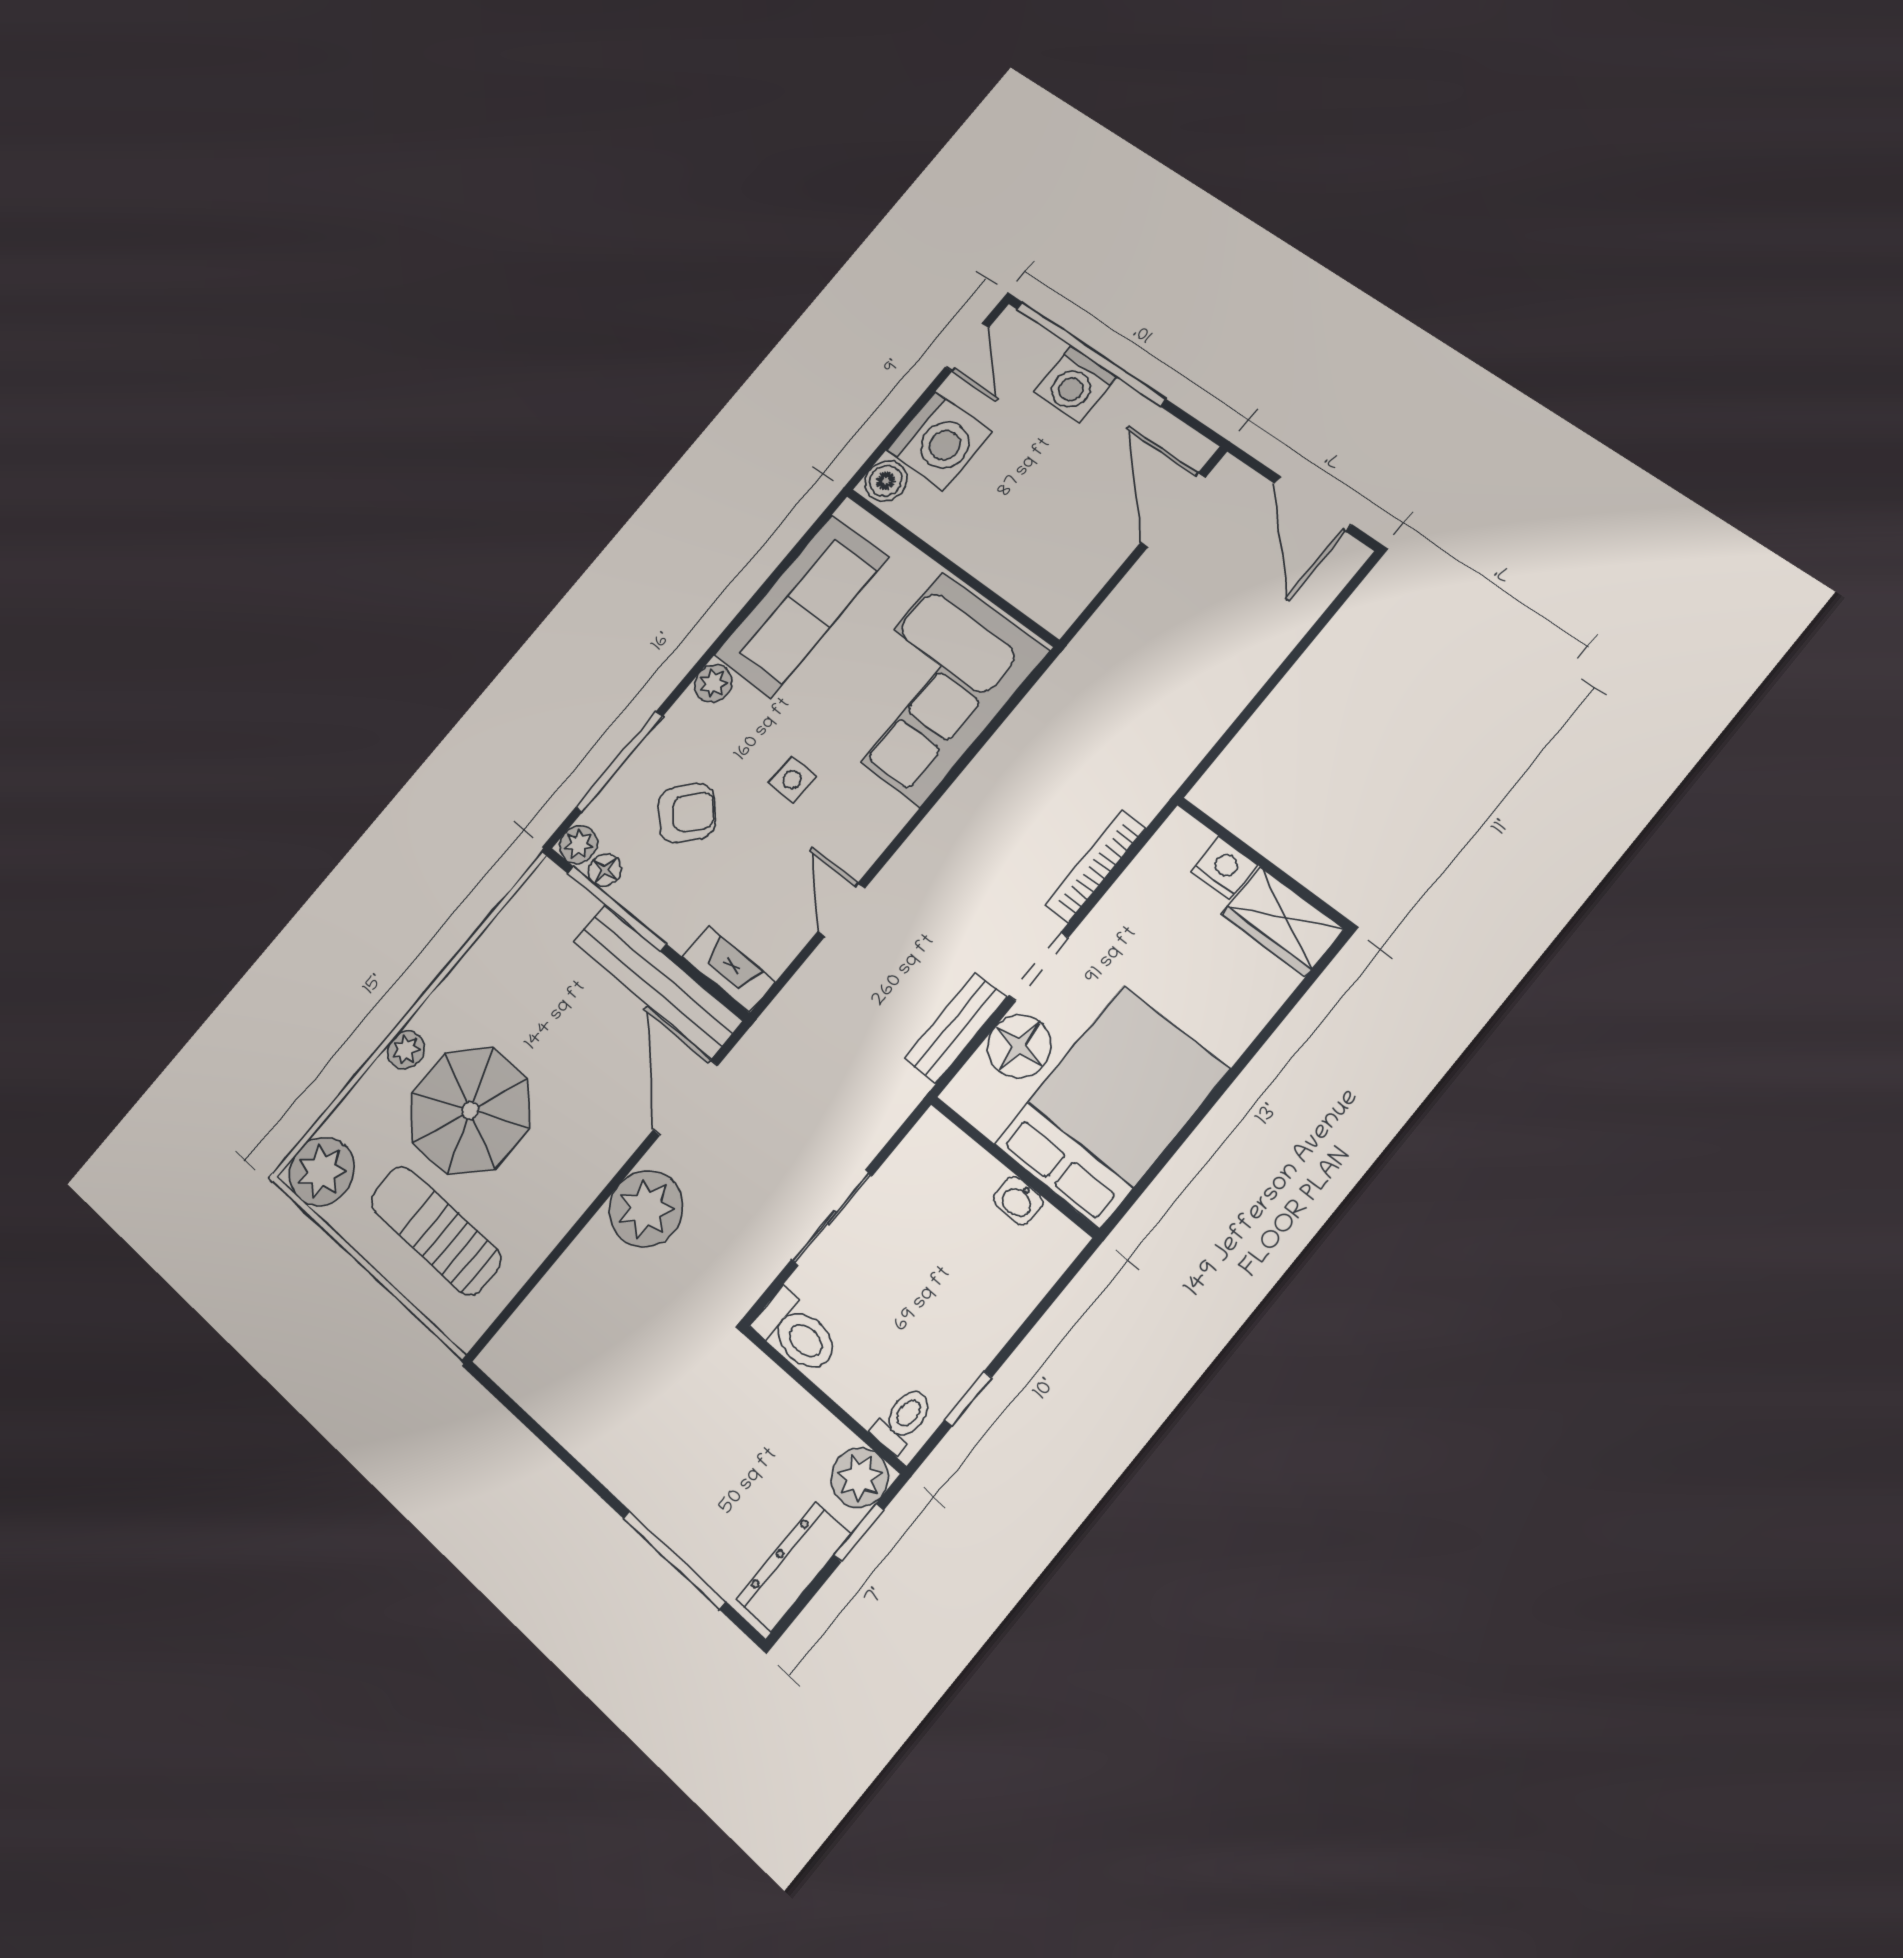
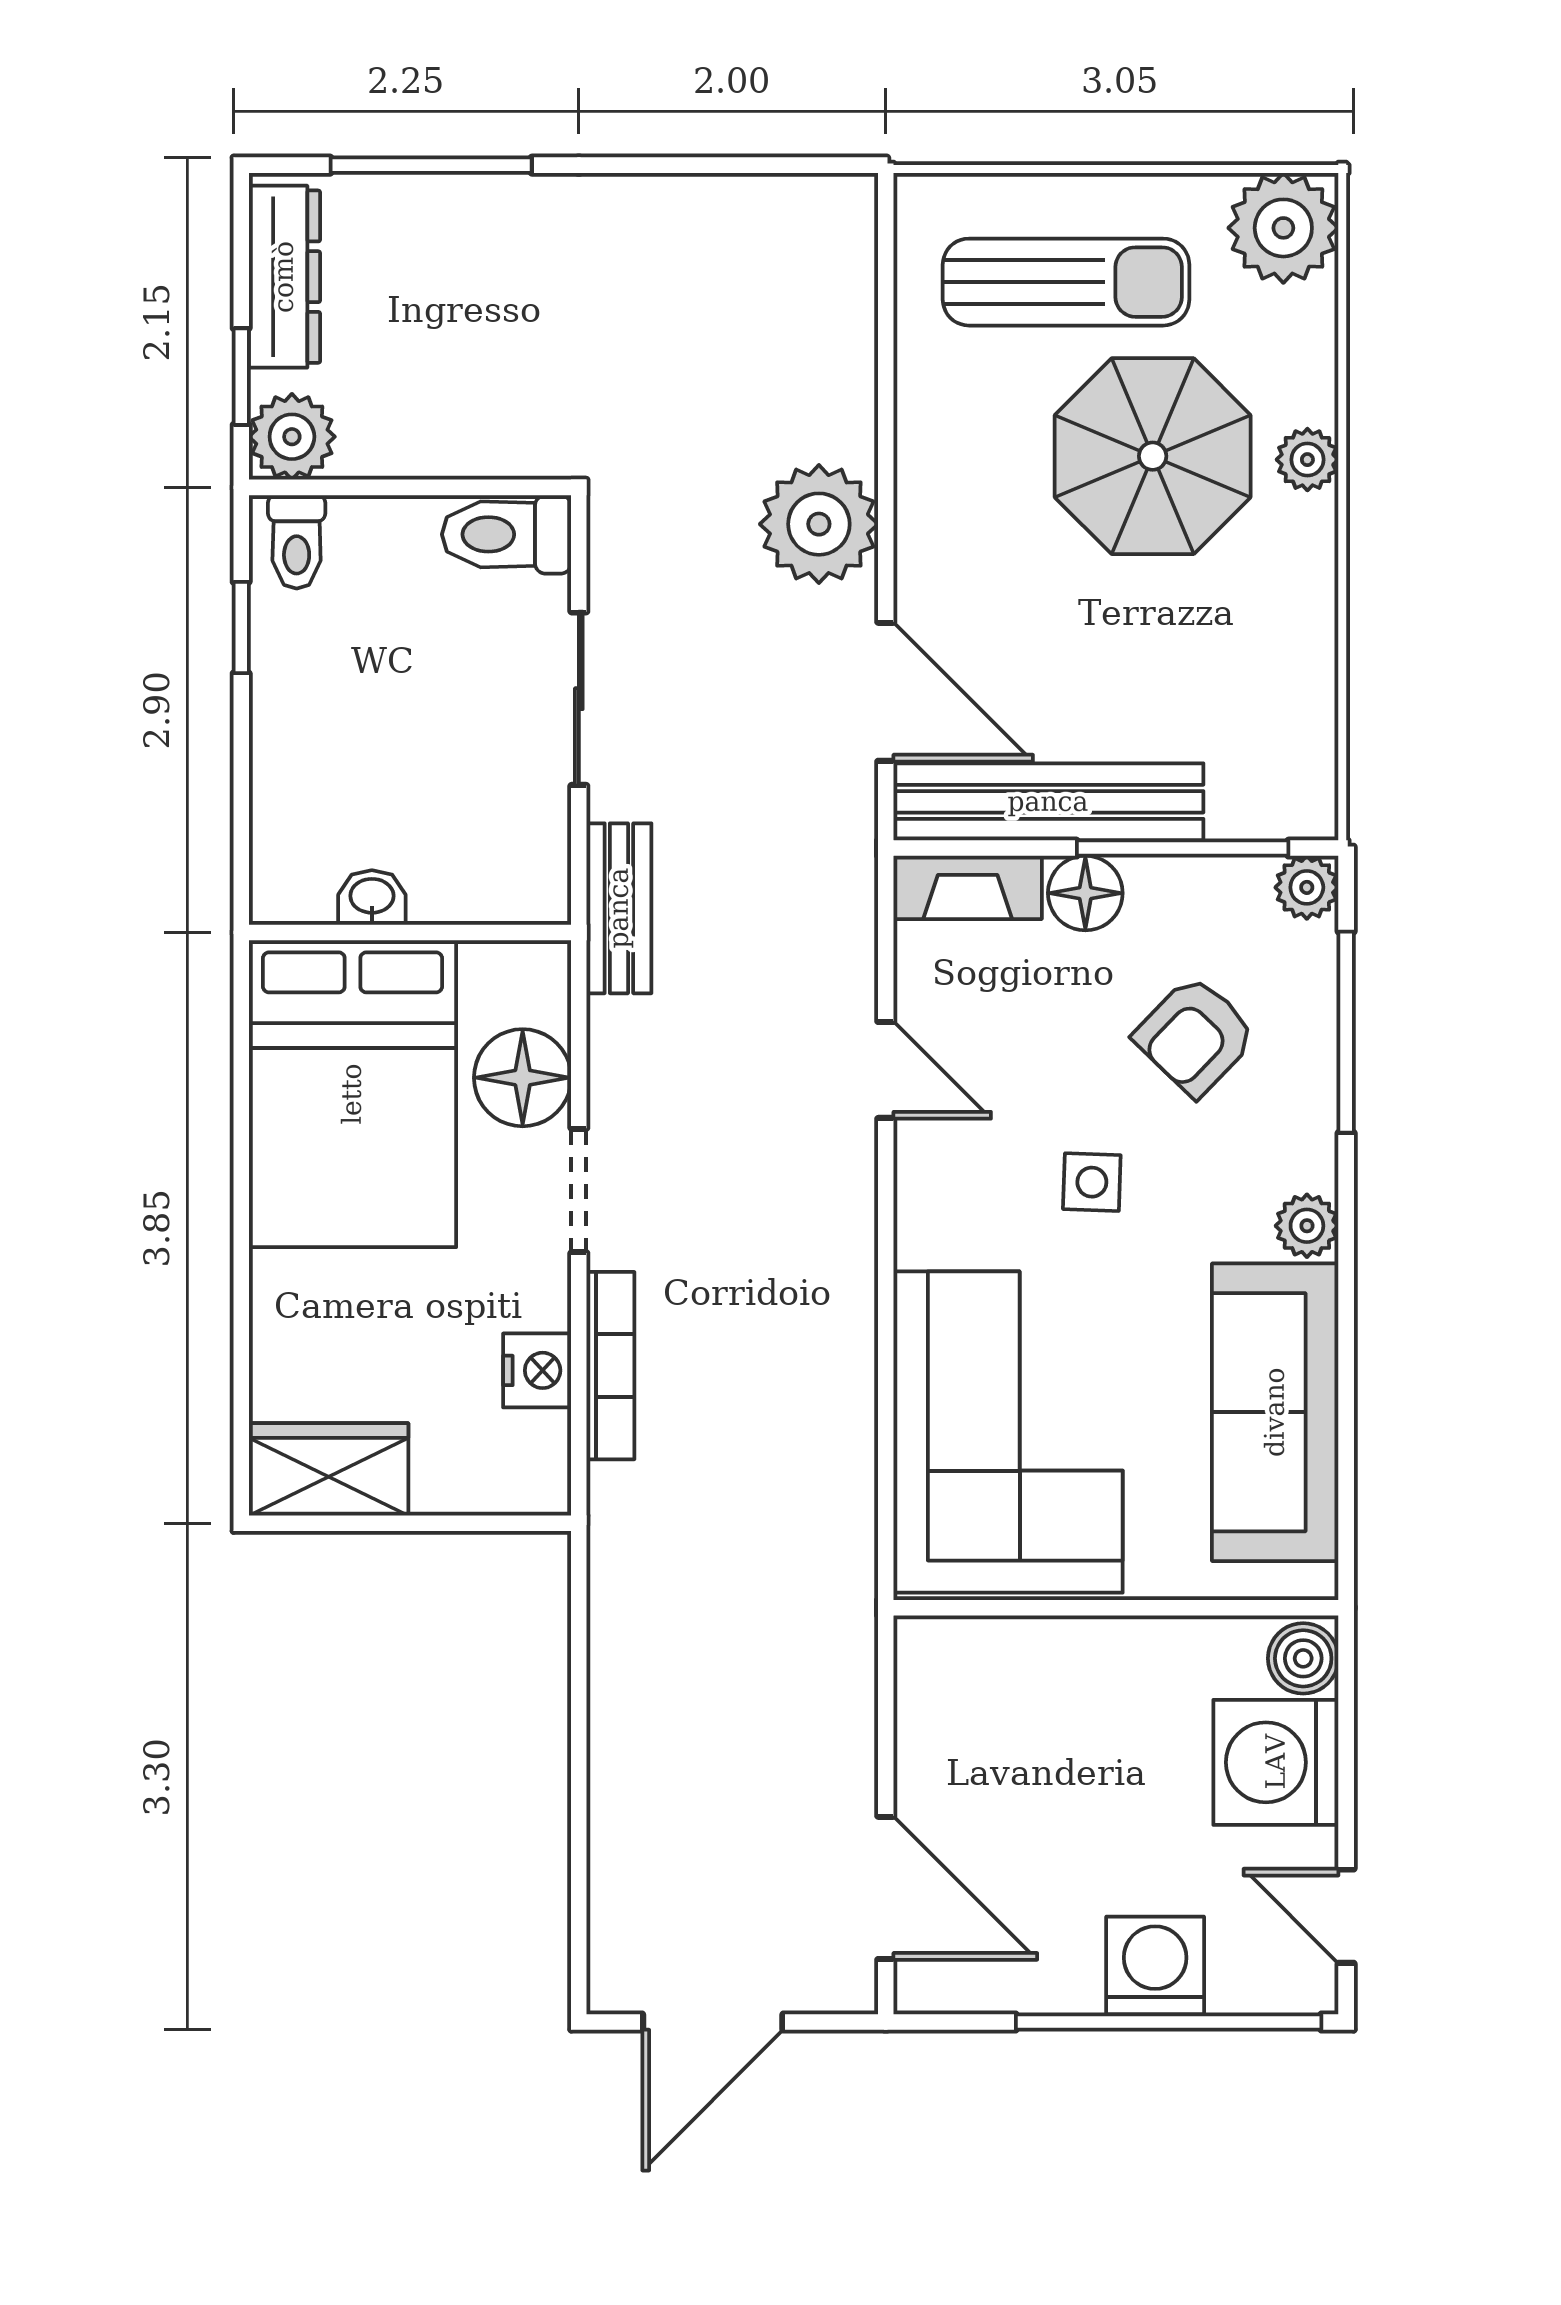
door: (1313, 504) -> (713, 2022), swing flipped
nightstand: (1224, 868) -> (537, 1370), moved, turned -90
floor lamp: (605, 870) -> (1085, 893), moved, width x1.37, depth x1.37
bench: (956, 1028) -> (619, 908), moved

